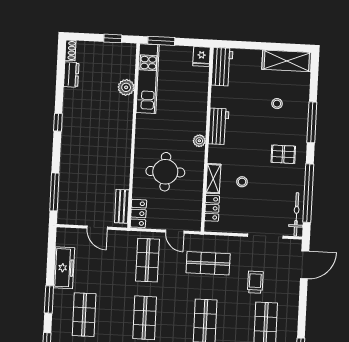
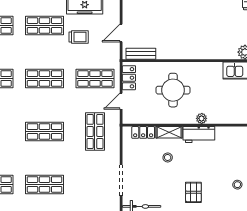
workbench: (219, 126) -> (199, 135), moved
locker: (138, 213) -> (129, 78), moved, turned -90
trolley: (255, 282) -> (79, 37), moved

